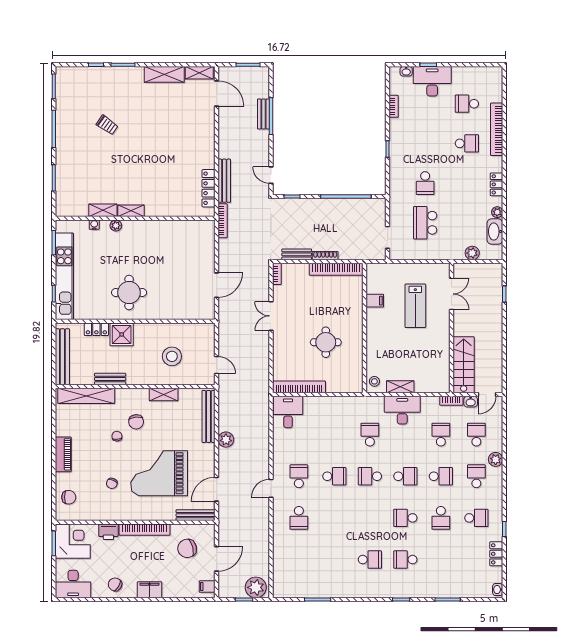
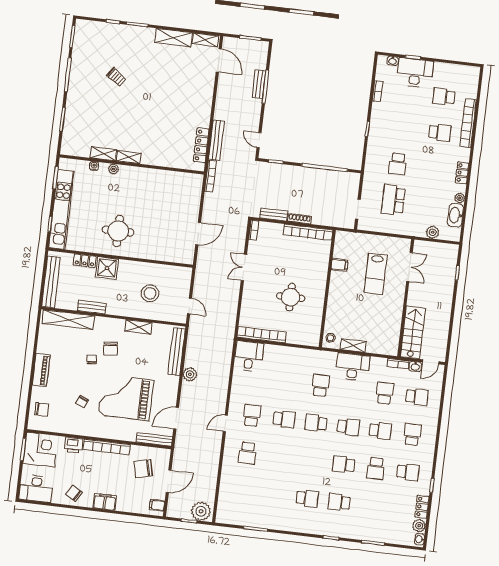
school desk: (476, 435) -> (417, 397), turned 90
plant: (496, 459) -> (419, 526), moved

